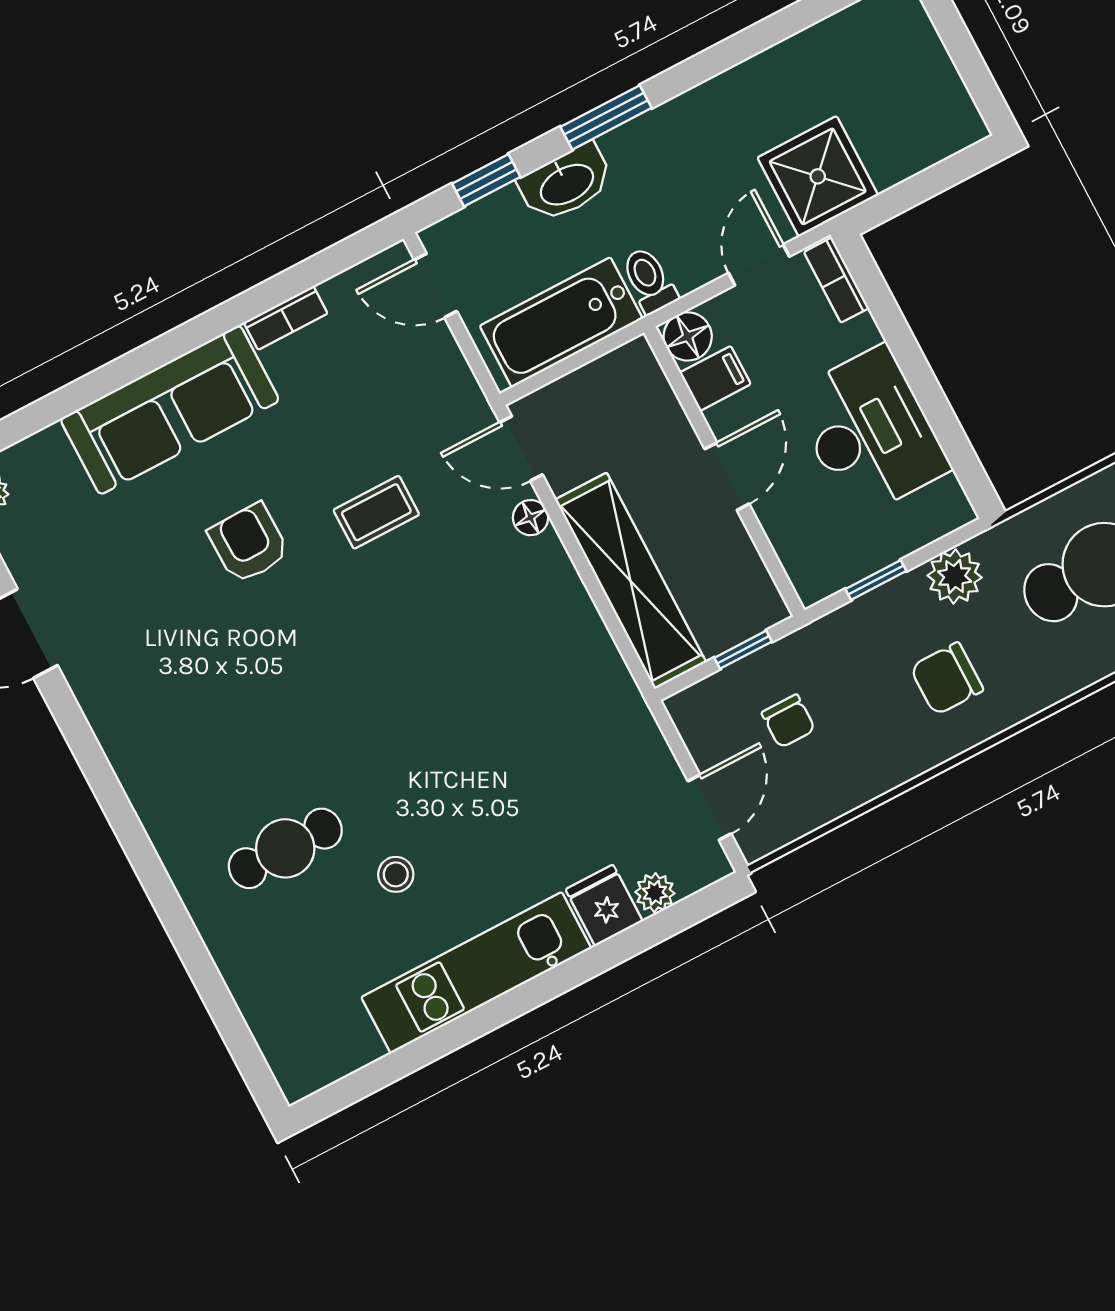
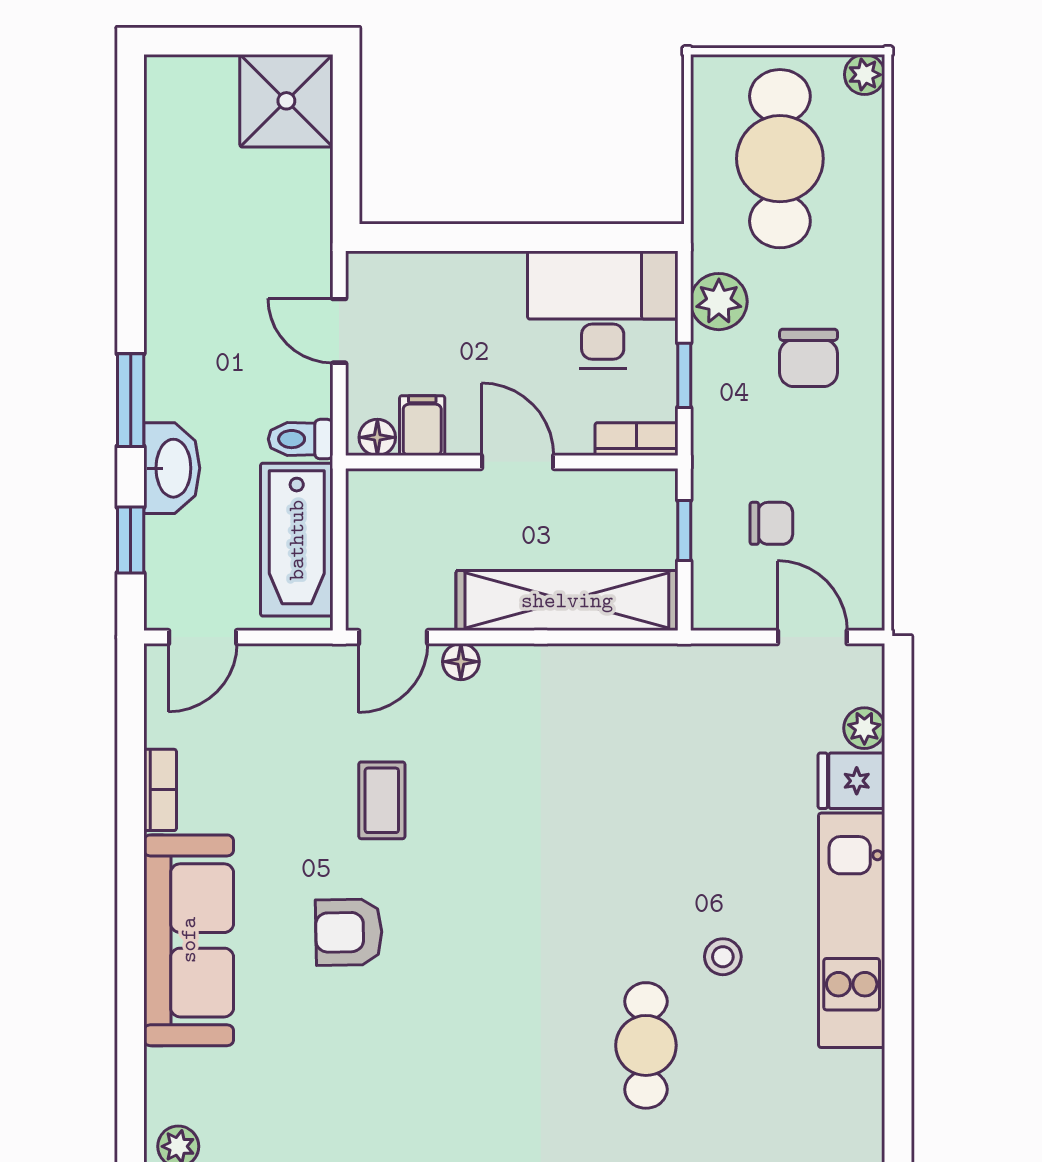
shower: (818, 176) -> (286, 101), moved
bookcase: (836, 280) -> (636, 439), moved, turned 180
floor lamp: (688, 336) -> (377, 437), width x0.73, depth x0.73
desk: (870, 432) -> (603, 310), moved

